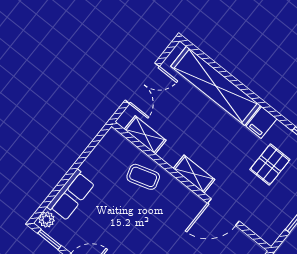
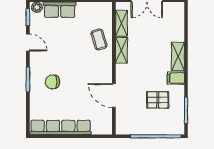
shelving: (216, 86) -> (178, 56), width x0.45, depth x0.75
shelving: (194, 174) -> (121, 50), moved

